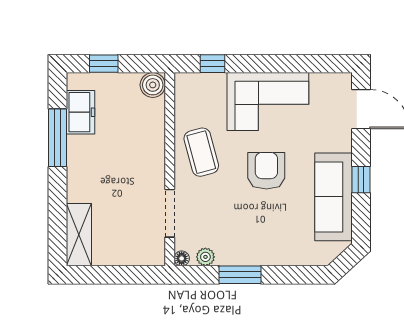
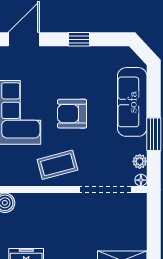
sofa: (334, 197) -> (132, 102), moved, turned 90
doorway: (170, 213) -> (106, 190), width x1.36

